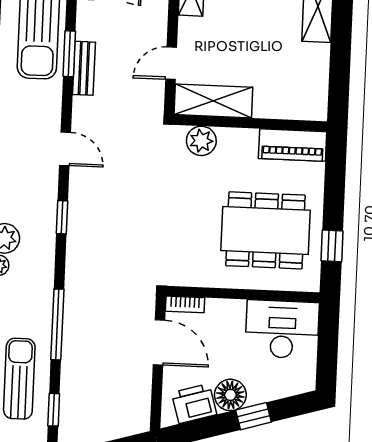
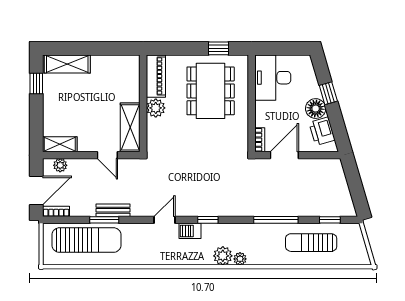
plant: (201, 141) -> (156, 108), moved
barbecue: (46, 188) -> (190, 231), added

